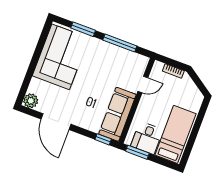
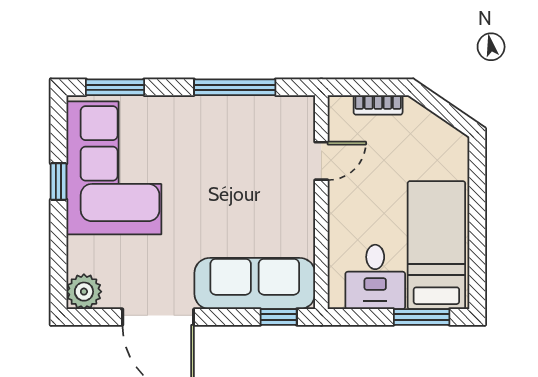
window: (83, 29) -> (115, 87), moved
window: (37, 54) -> (59, 182), added
sofa: (117, 114) -> (255, 283), moved, turned 90
window: (137, 152) -> (422, 317), moved

